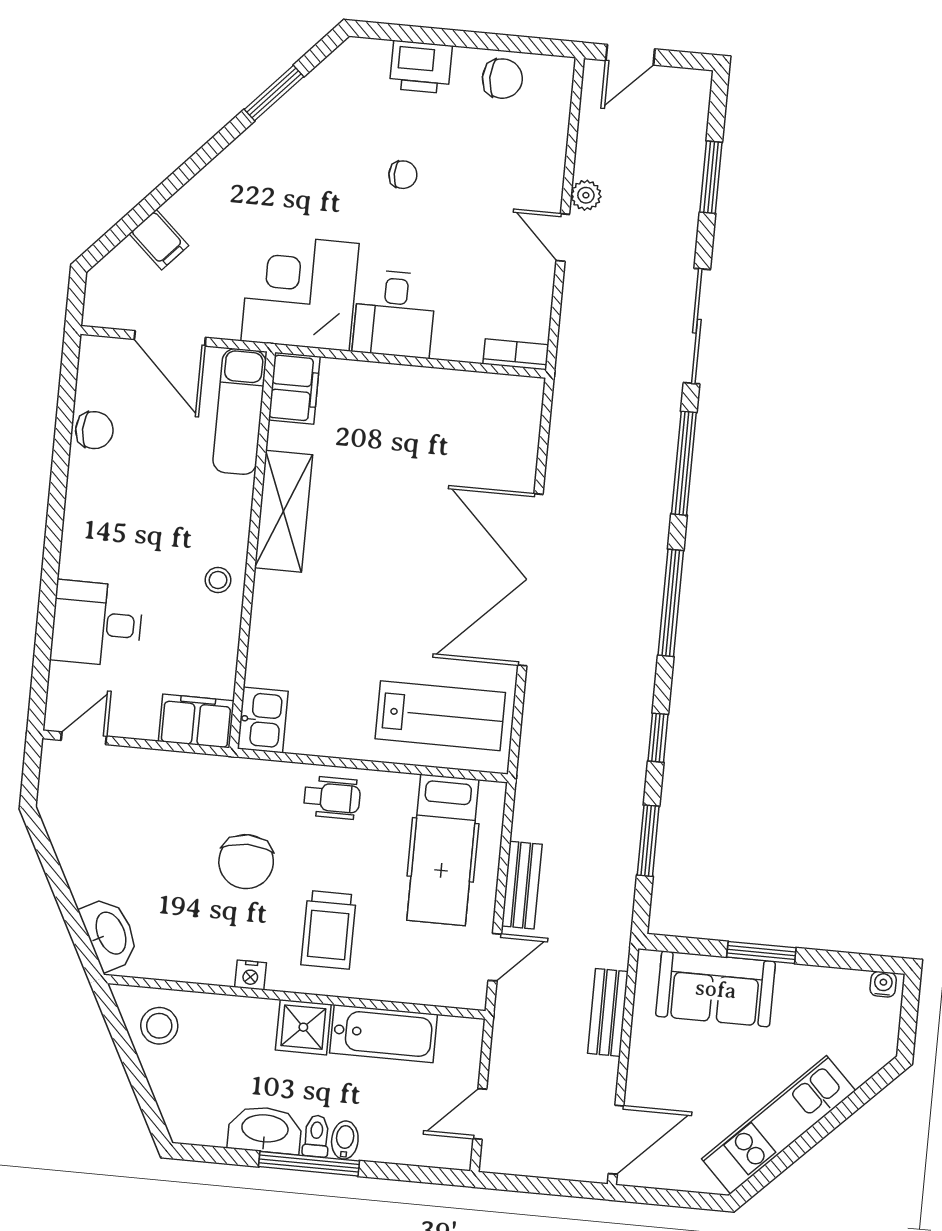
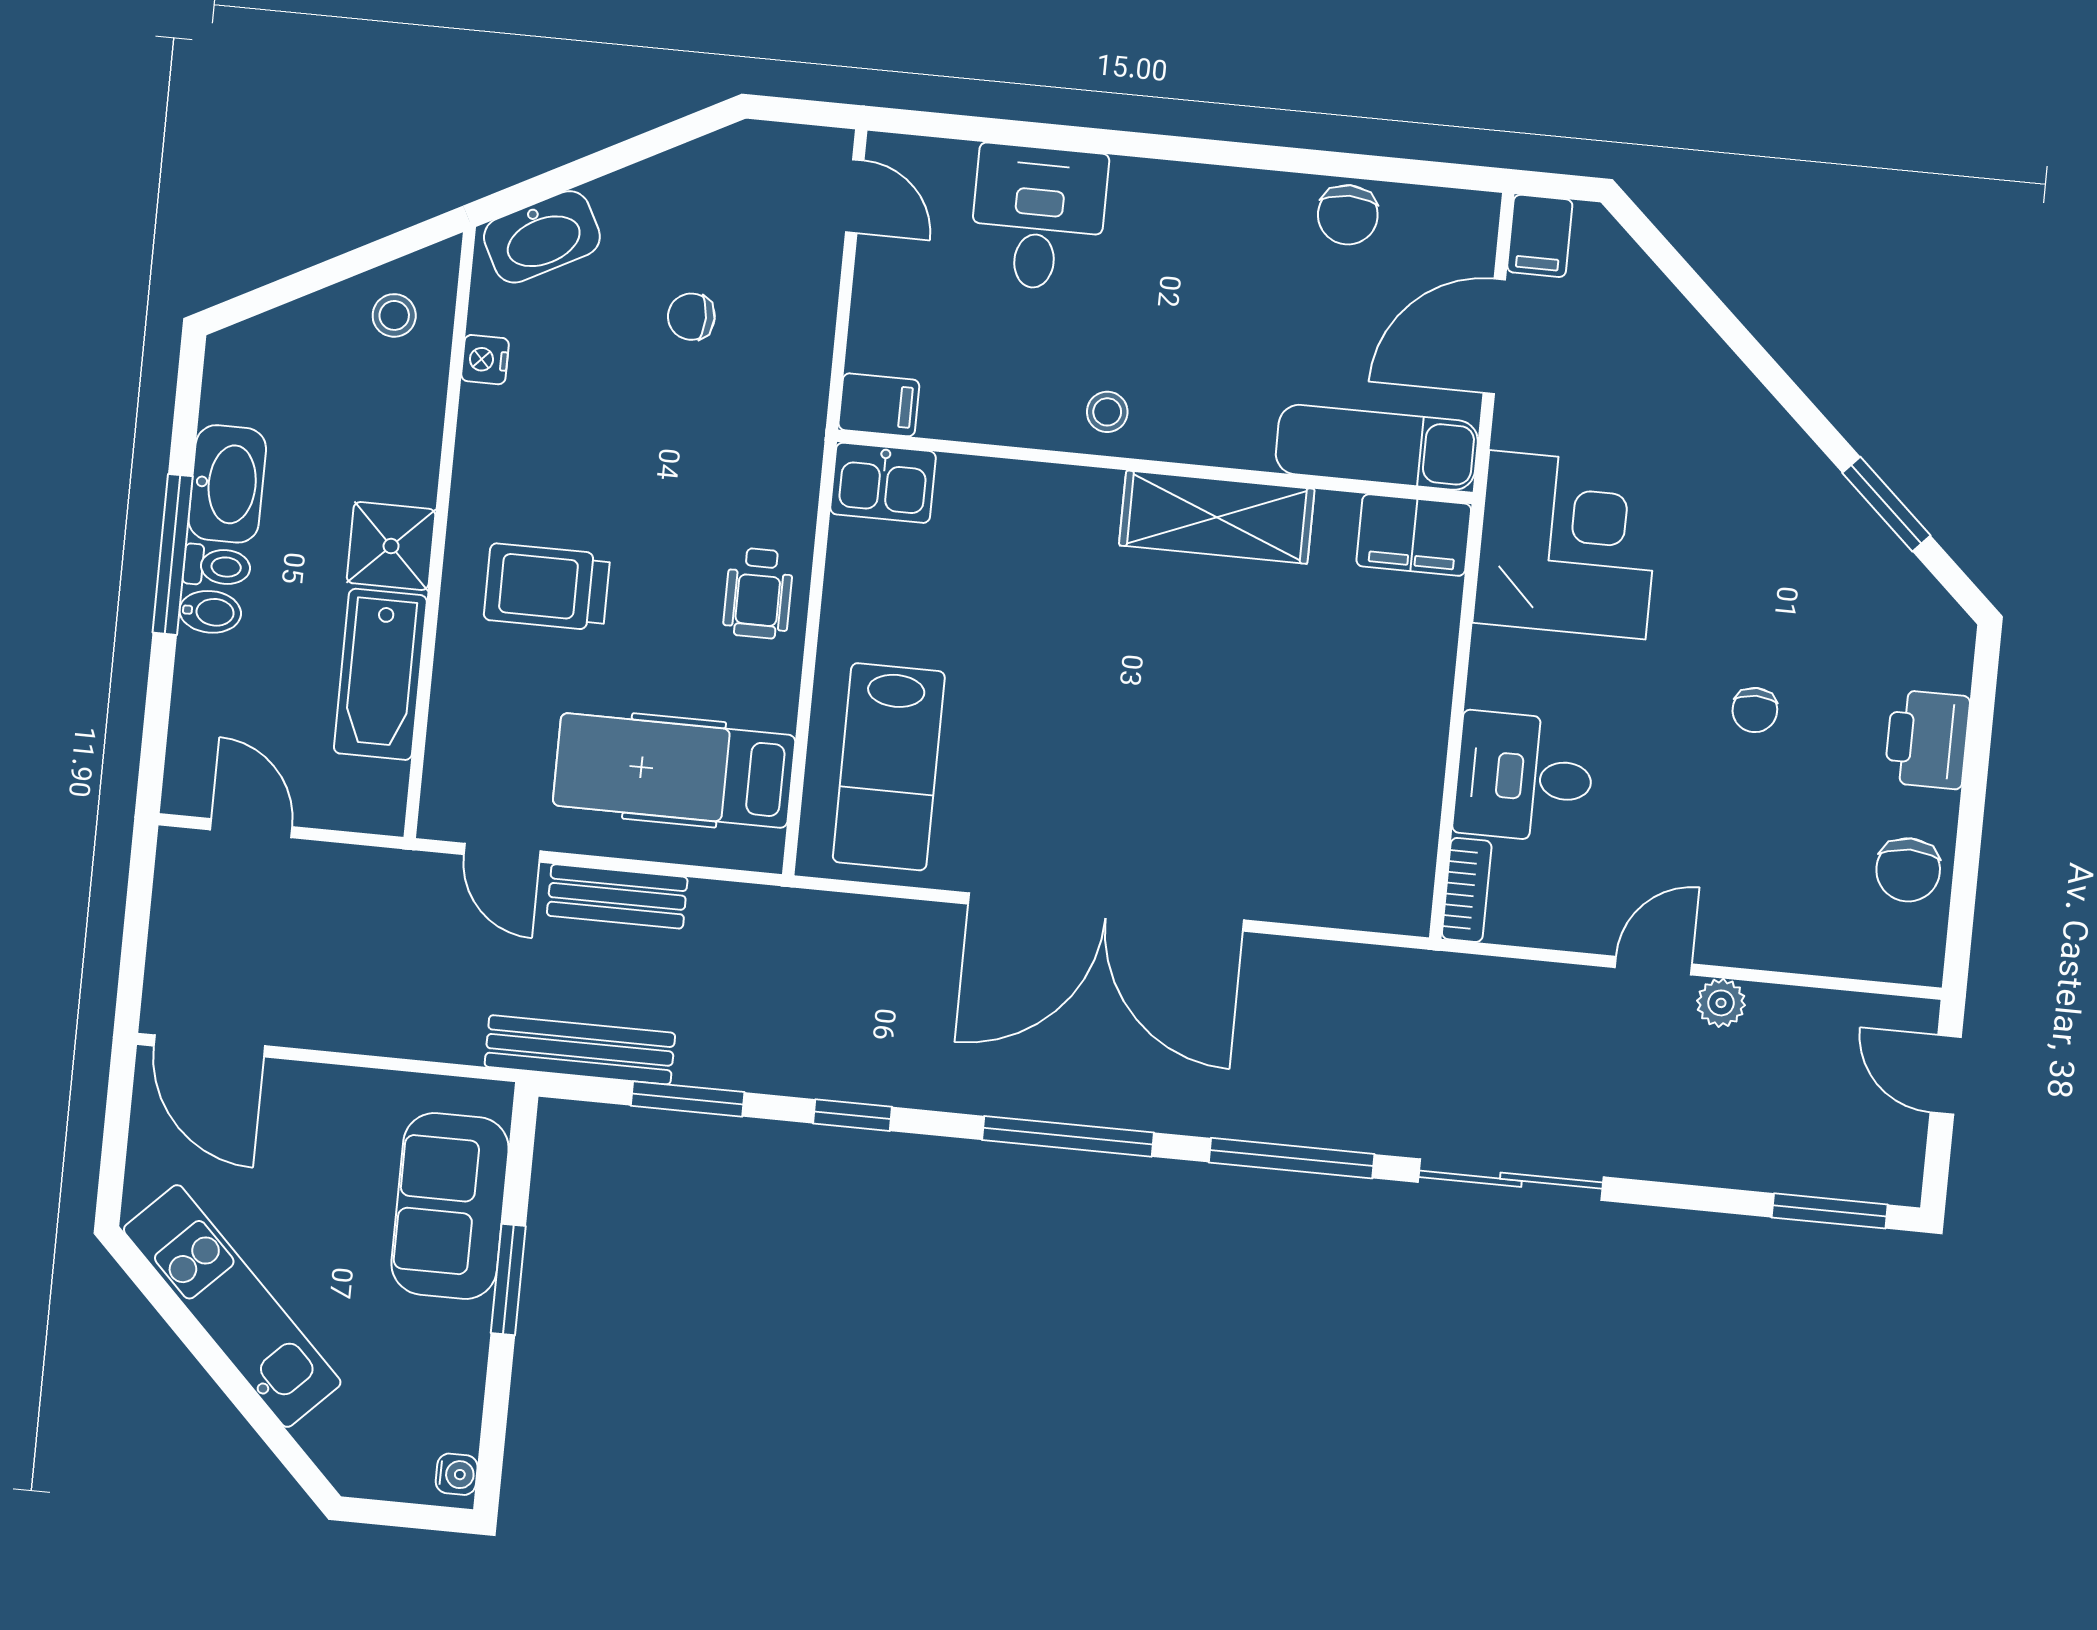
window: (711, 177) -> (1830, 1211), moved
filing cabinet: (159, 240) -> (1540, 236), moved, turned -43
desk: (394, 314) -> (1524, 777), moved
double door: (530, 580) -> (1106, 912), swing flipped
filing cabinet: (196, 721) -> (879, 405), width x0.50
chair: (246, 862) -> (691, 317), moved, width x0.54, depth x0.54
nightstand: (251, 975) -> (485, 360), moved
bench: (608, 1012) -> (580, 1050), moved, width x1.36
stool: (159, 1026) -> (394, 315), width x0.73, depth x0.73

